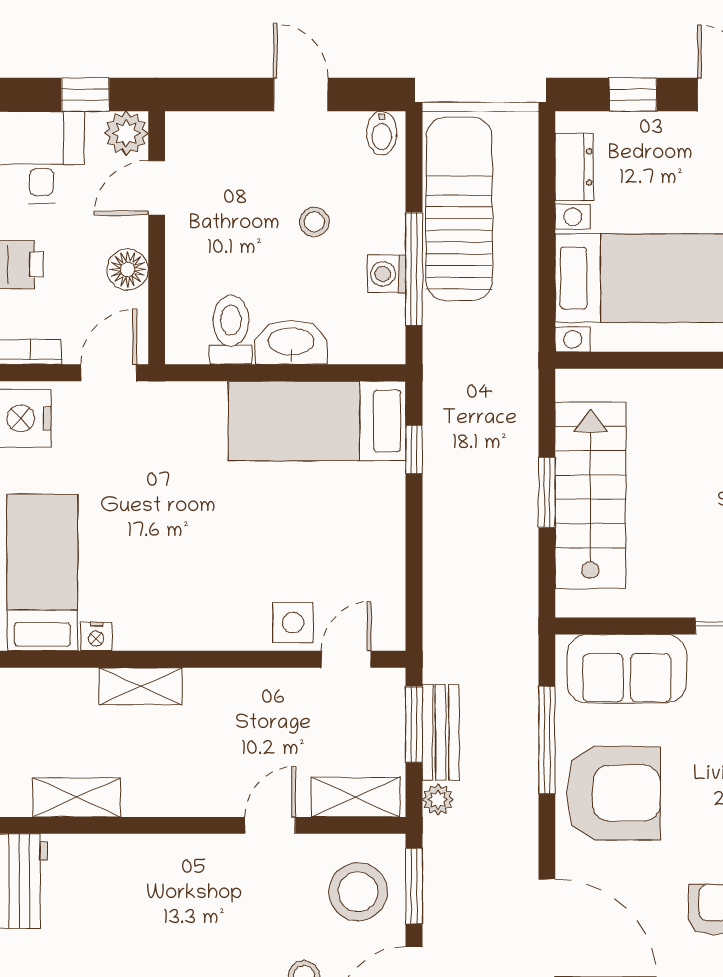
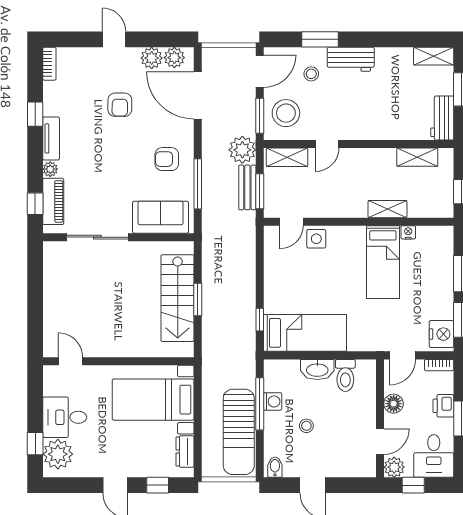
bed: (42, 572) -> (383, 262), moved
armchair: (613, 793) -> (167, 159), width x0.53, depth x0.53
plant: (438, 800) -> (242, 150), width x1.88, depth x1.88

